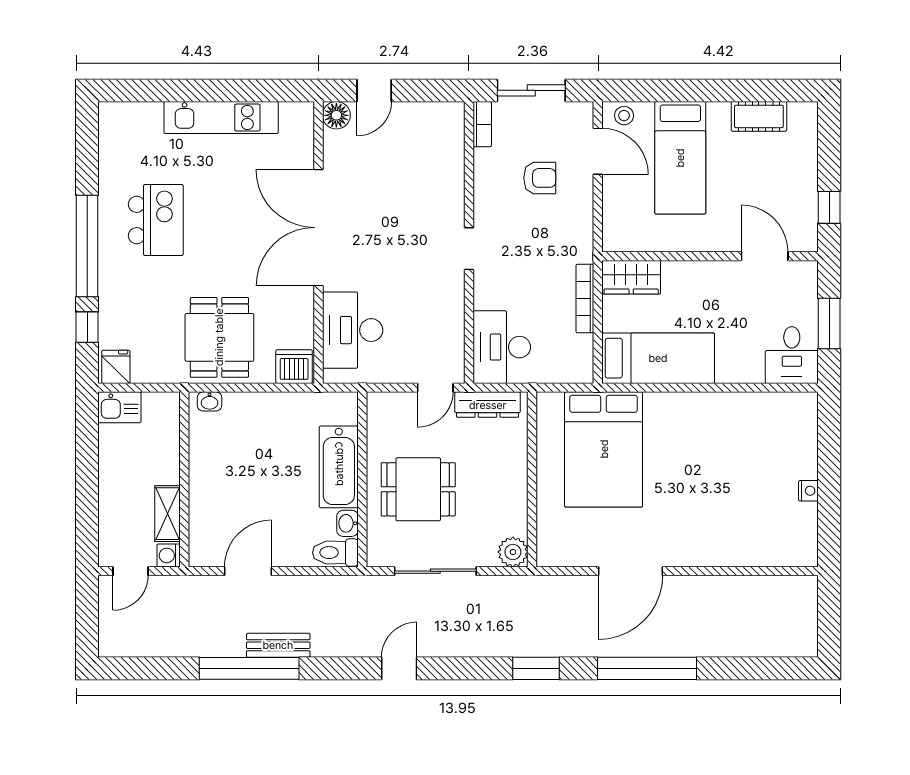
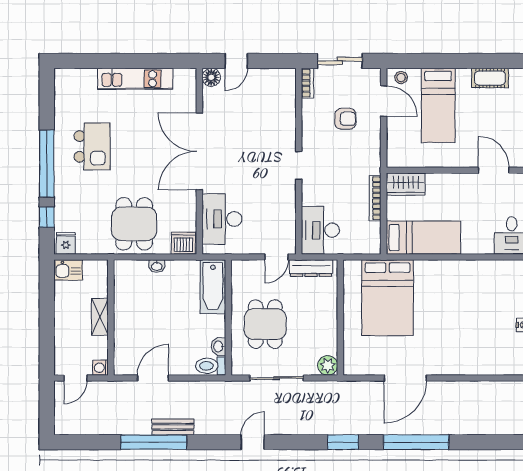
washbasin: (209, 401) -> (157, 266), moved
bathtub: (339, 467) -> (213, 287), moved
dining table: (418, 489) -> (265, 324), turned 90
shelving: (167, 514) -> (100, 317), moved

